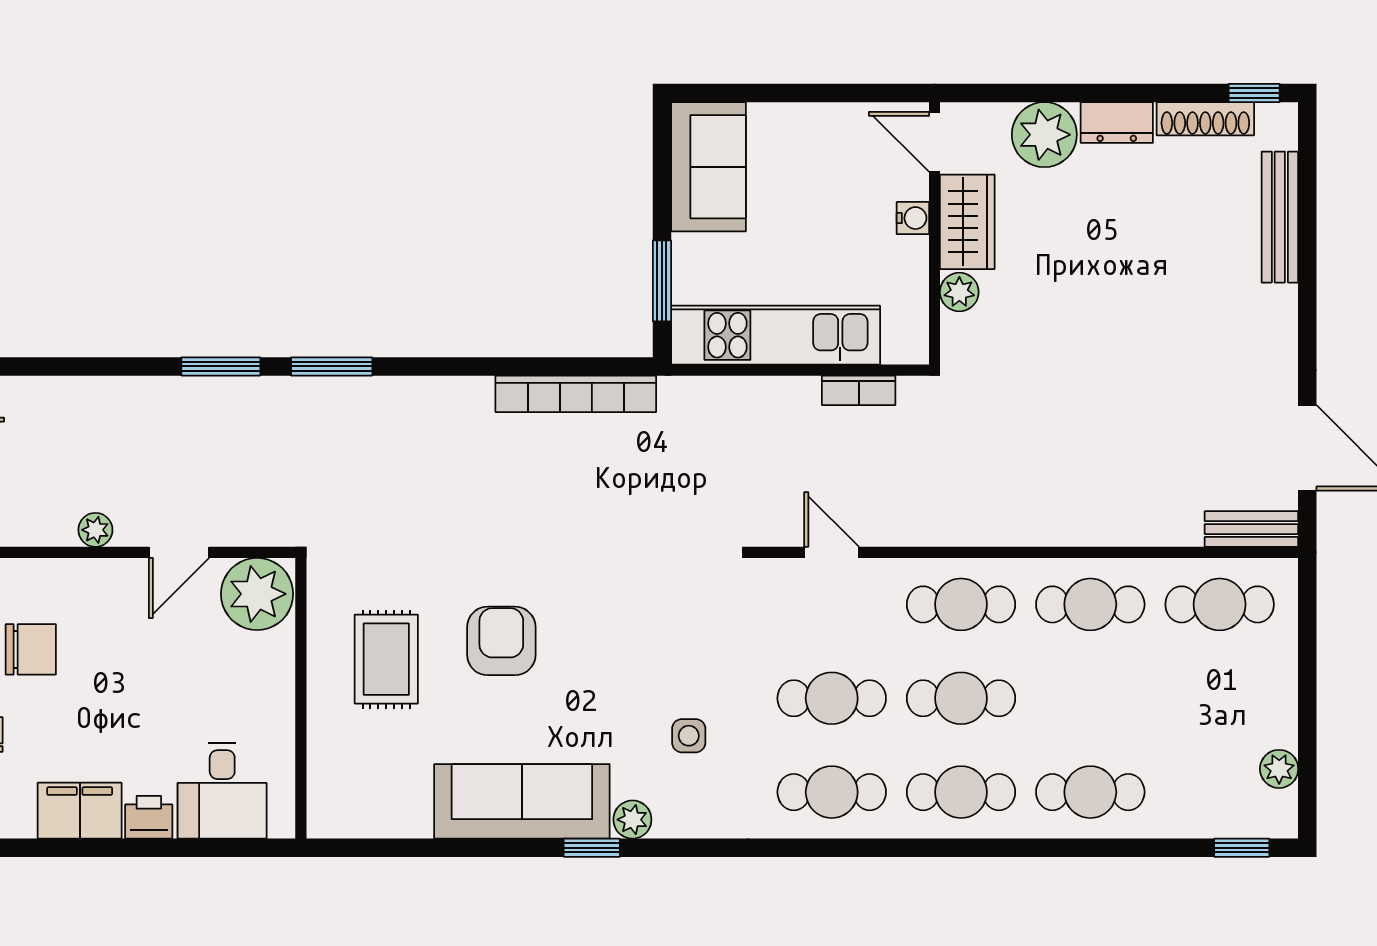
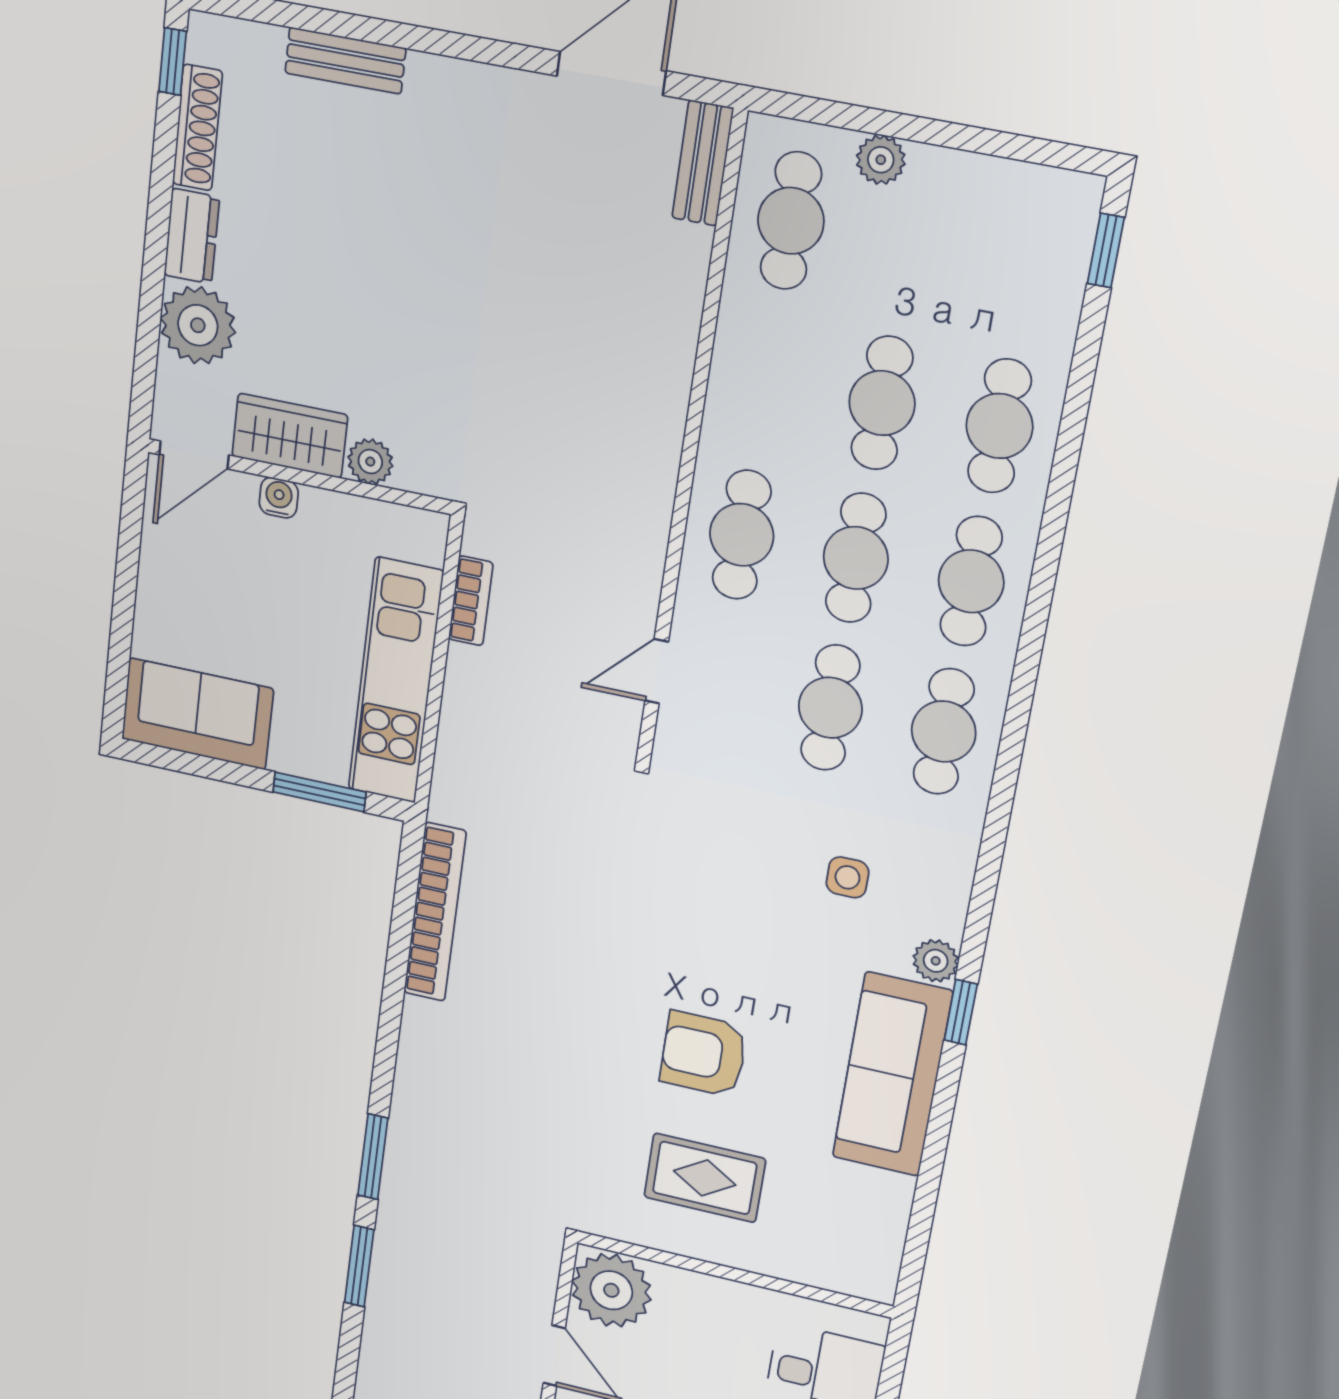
bench: (1280, 217) -> (345, 61), width x0.73
cafe table: (1090, 604) -> (882, 403), moved
plant: (1279, 769) -> (881, 160), moved

